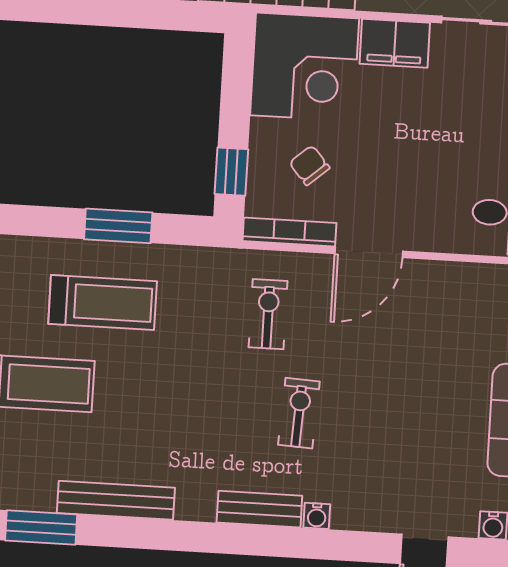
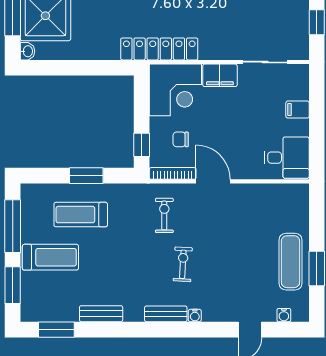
chair: (309, 165) -> (181, 139), turned -49
door: (369, 252) -> (213, 181), swing flipped
treadmill: (103, 302) -> (81, 215), turned 180
bench: (116, 500) -> (101, 314), width x0.73

